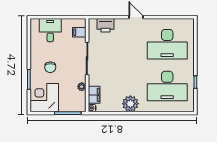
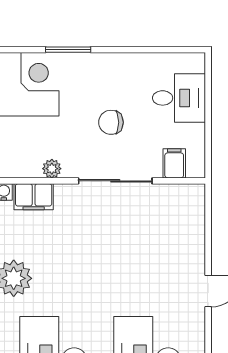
printer: (105, 25) -> (190, 222), removed
chair: (50, 67) -> (111, 122), moved

